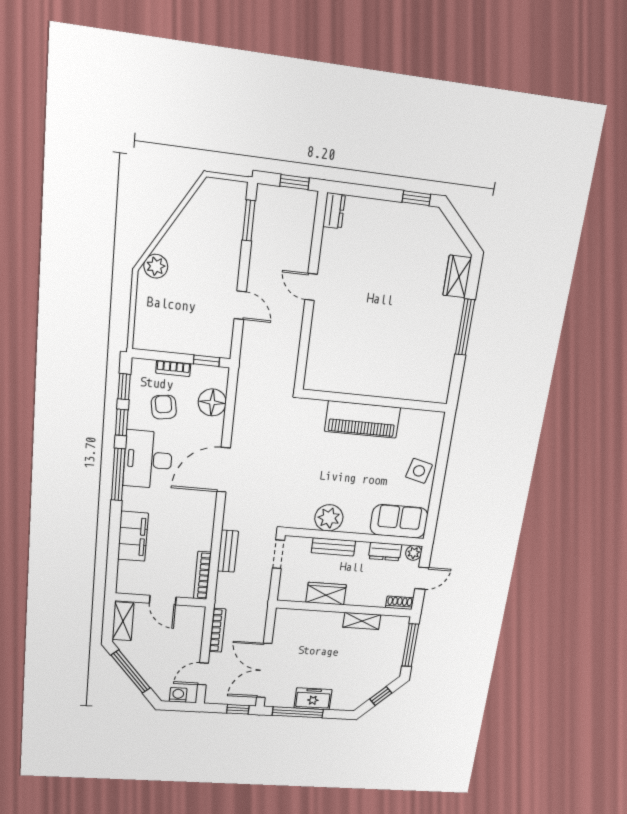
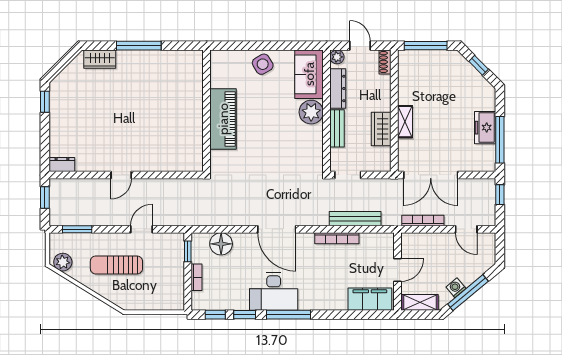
plant: (156, 266) -> (63, 262), moved
sun lounger: (198, 267) -> (116, 265), added
armchair: (164, 407) -> (229, 282), removed
side table: (419, 471) -> (263, 64), turned 45
plant: (329, 518) -> (311, 112), moved
filing cabinet: (133, 536) -> (370, 299), moved
bench: (228, 551) -> (355, 219), width x1.36
dresser: (385, 552) -> (338, 88), width x1.44
bookcase: (202, 575) -> (337, 238), moved
shelving: (362, 621) -> (405, 122), moved
double door: (264, 671) -> (431, 175), moved
washing machine: (178, 695) -> (456, 288), moved, turned 50

